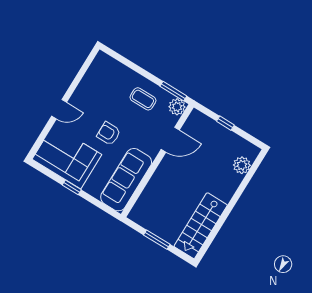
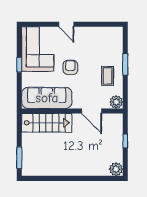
window: (173, 91) -> (125, 64), moved
plant: (242, 165) -> (116, 169), moved
stairs: (201, 226) -> (47, 123), moved, turned 180
window: (157, 240) -> (19, 158), moved

